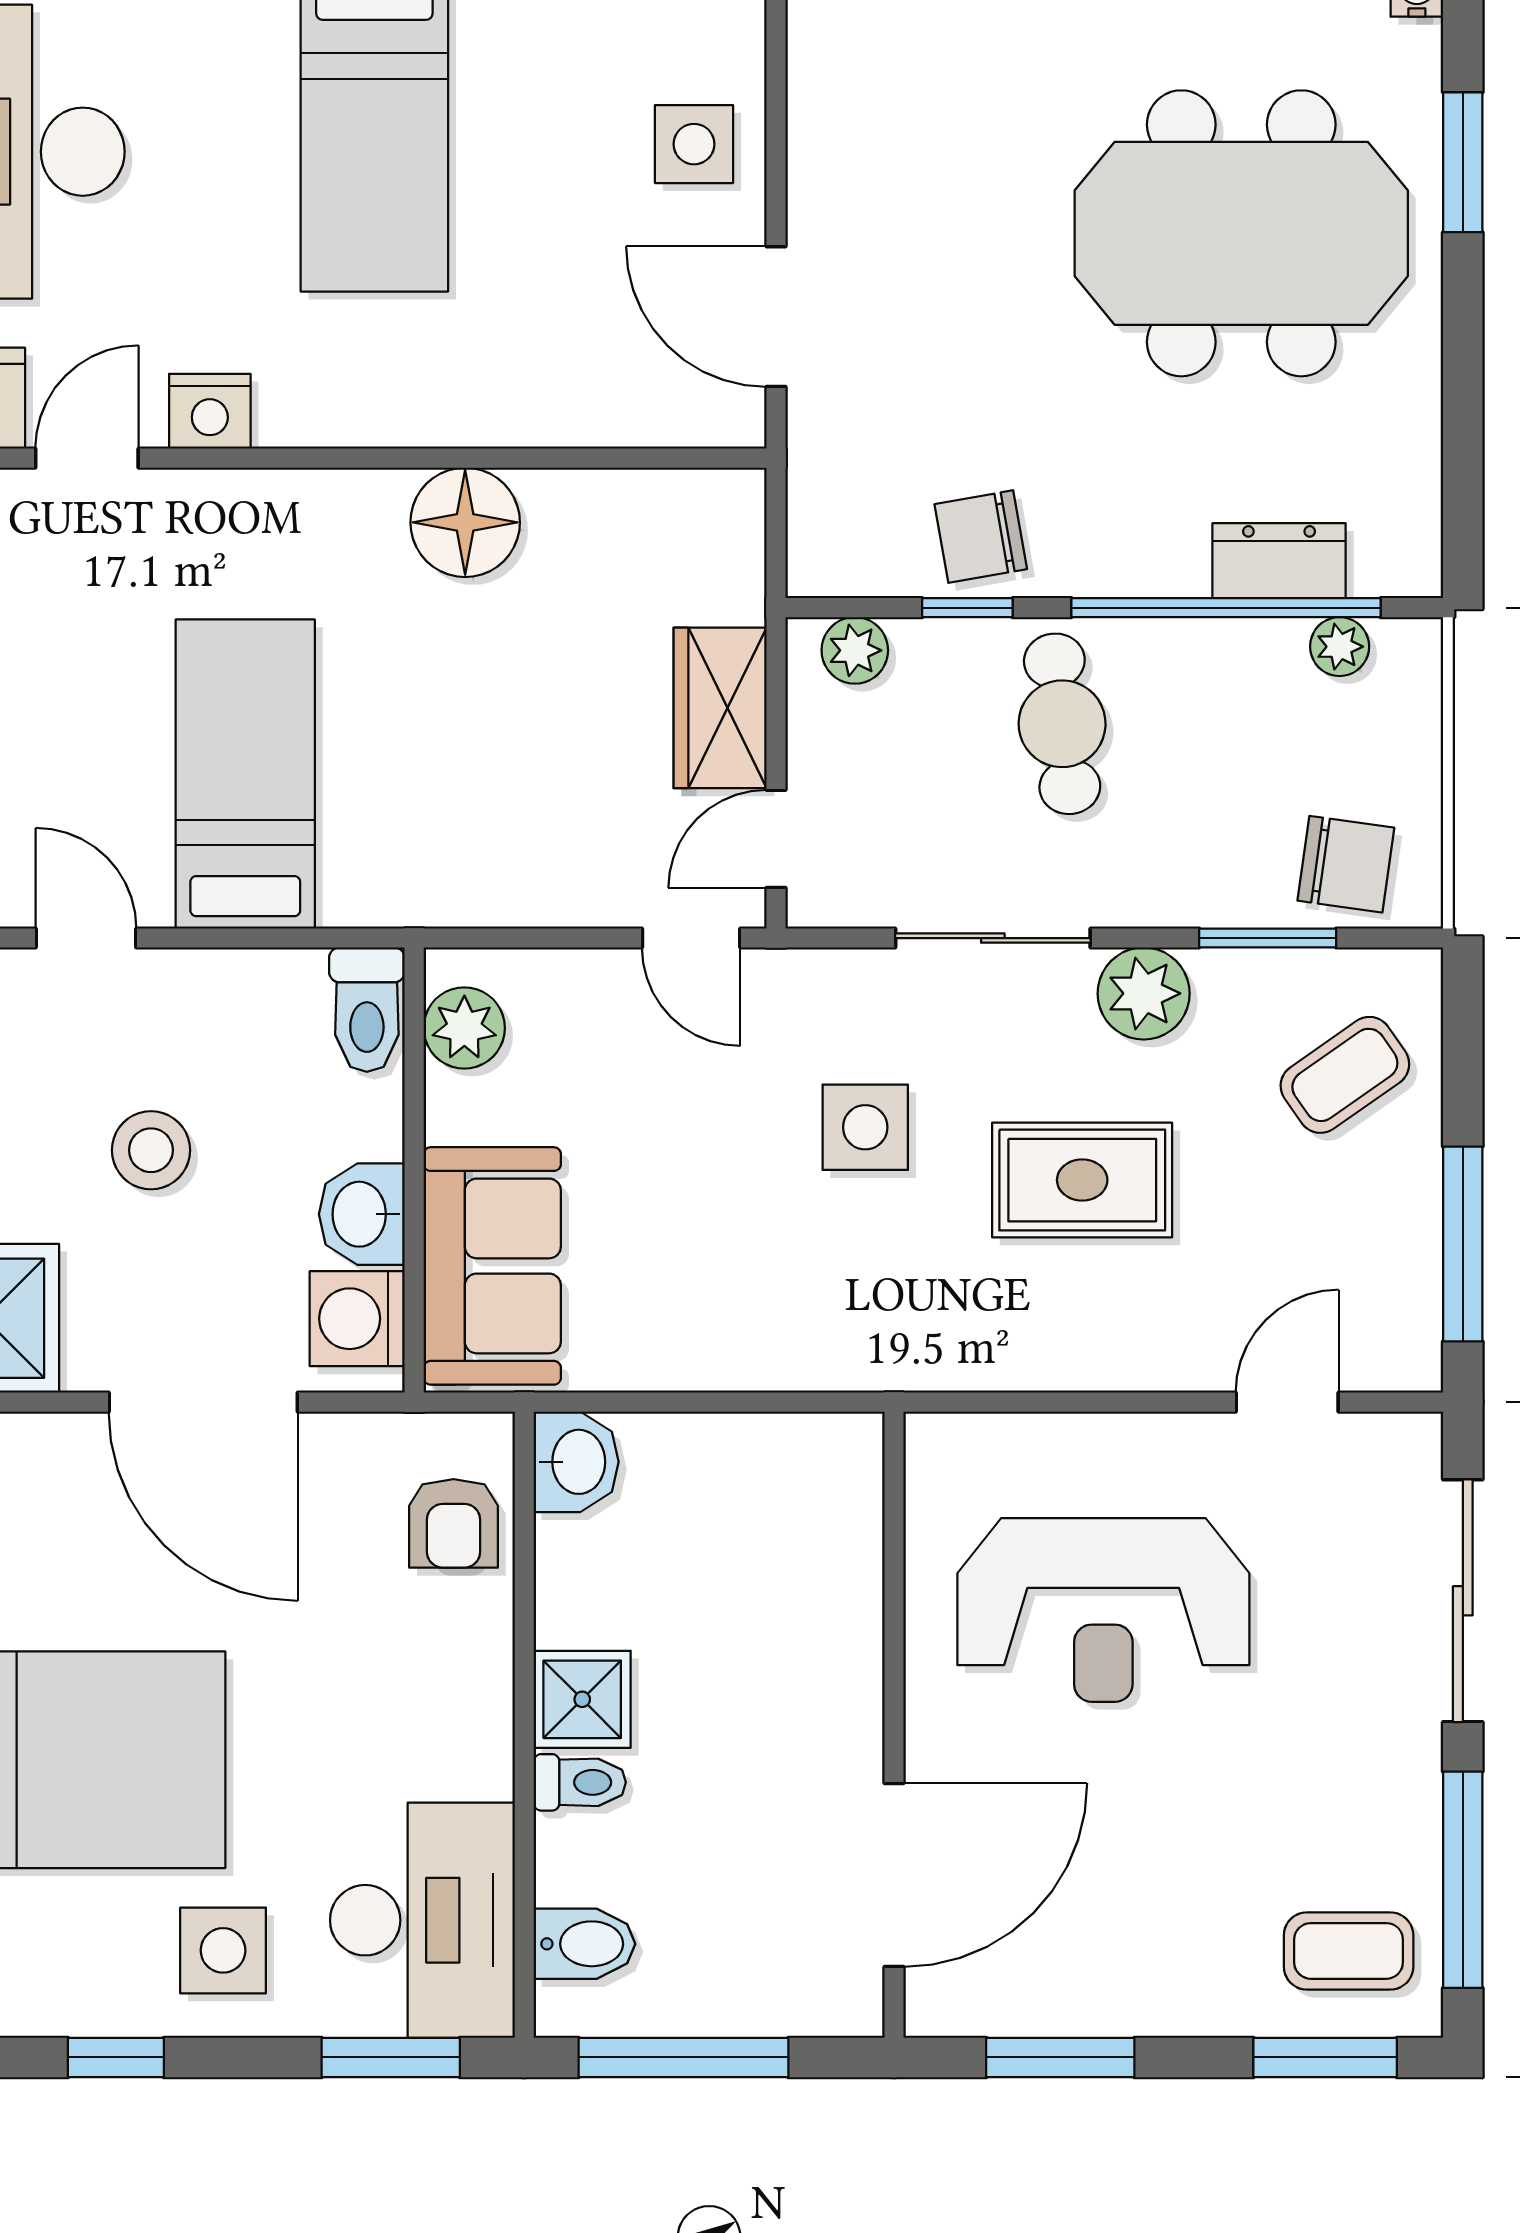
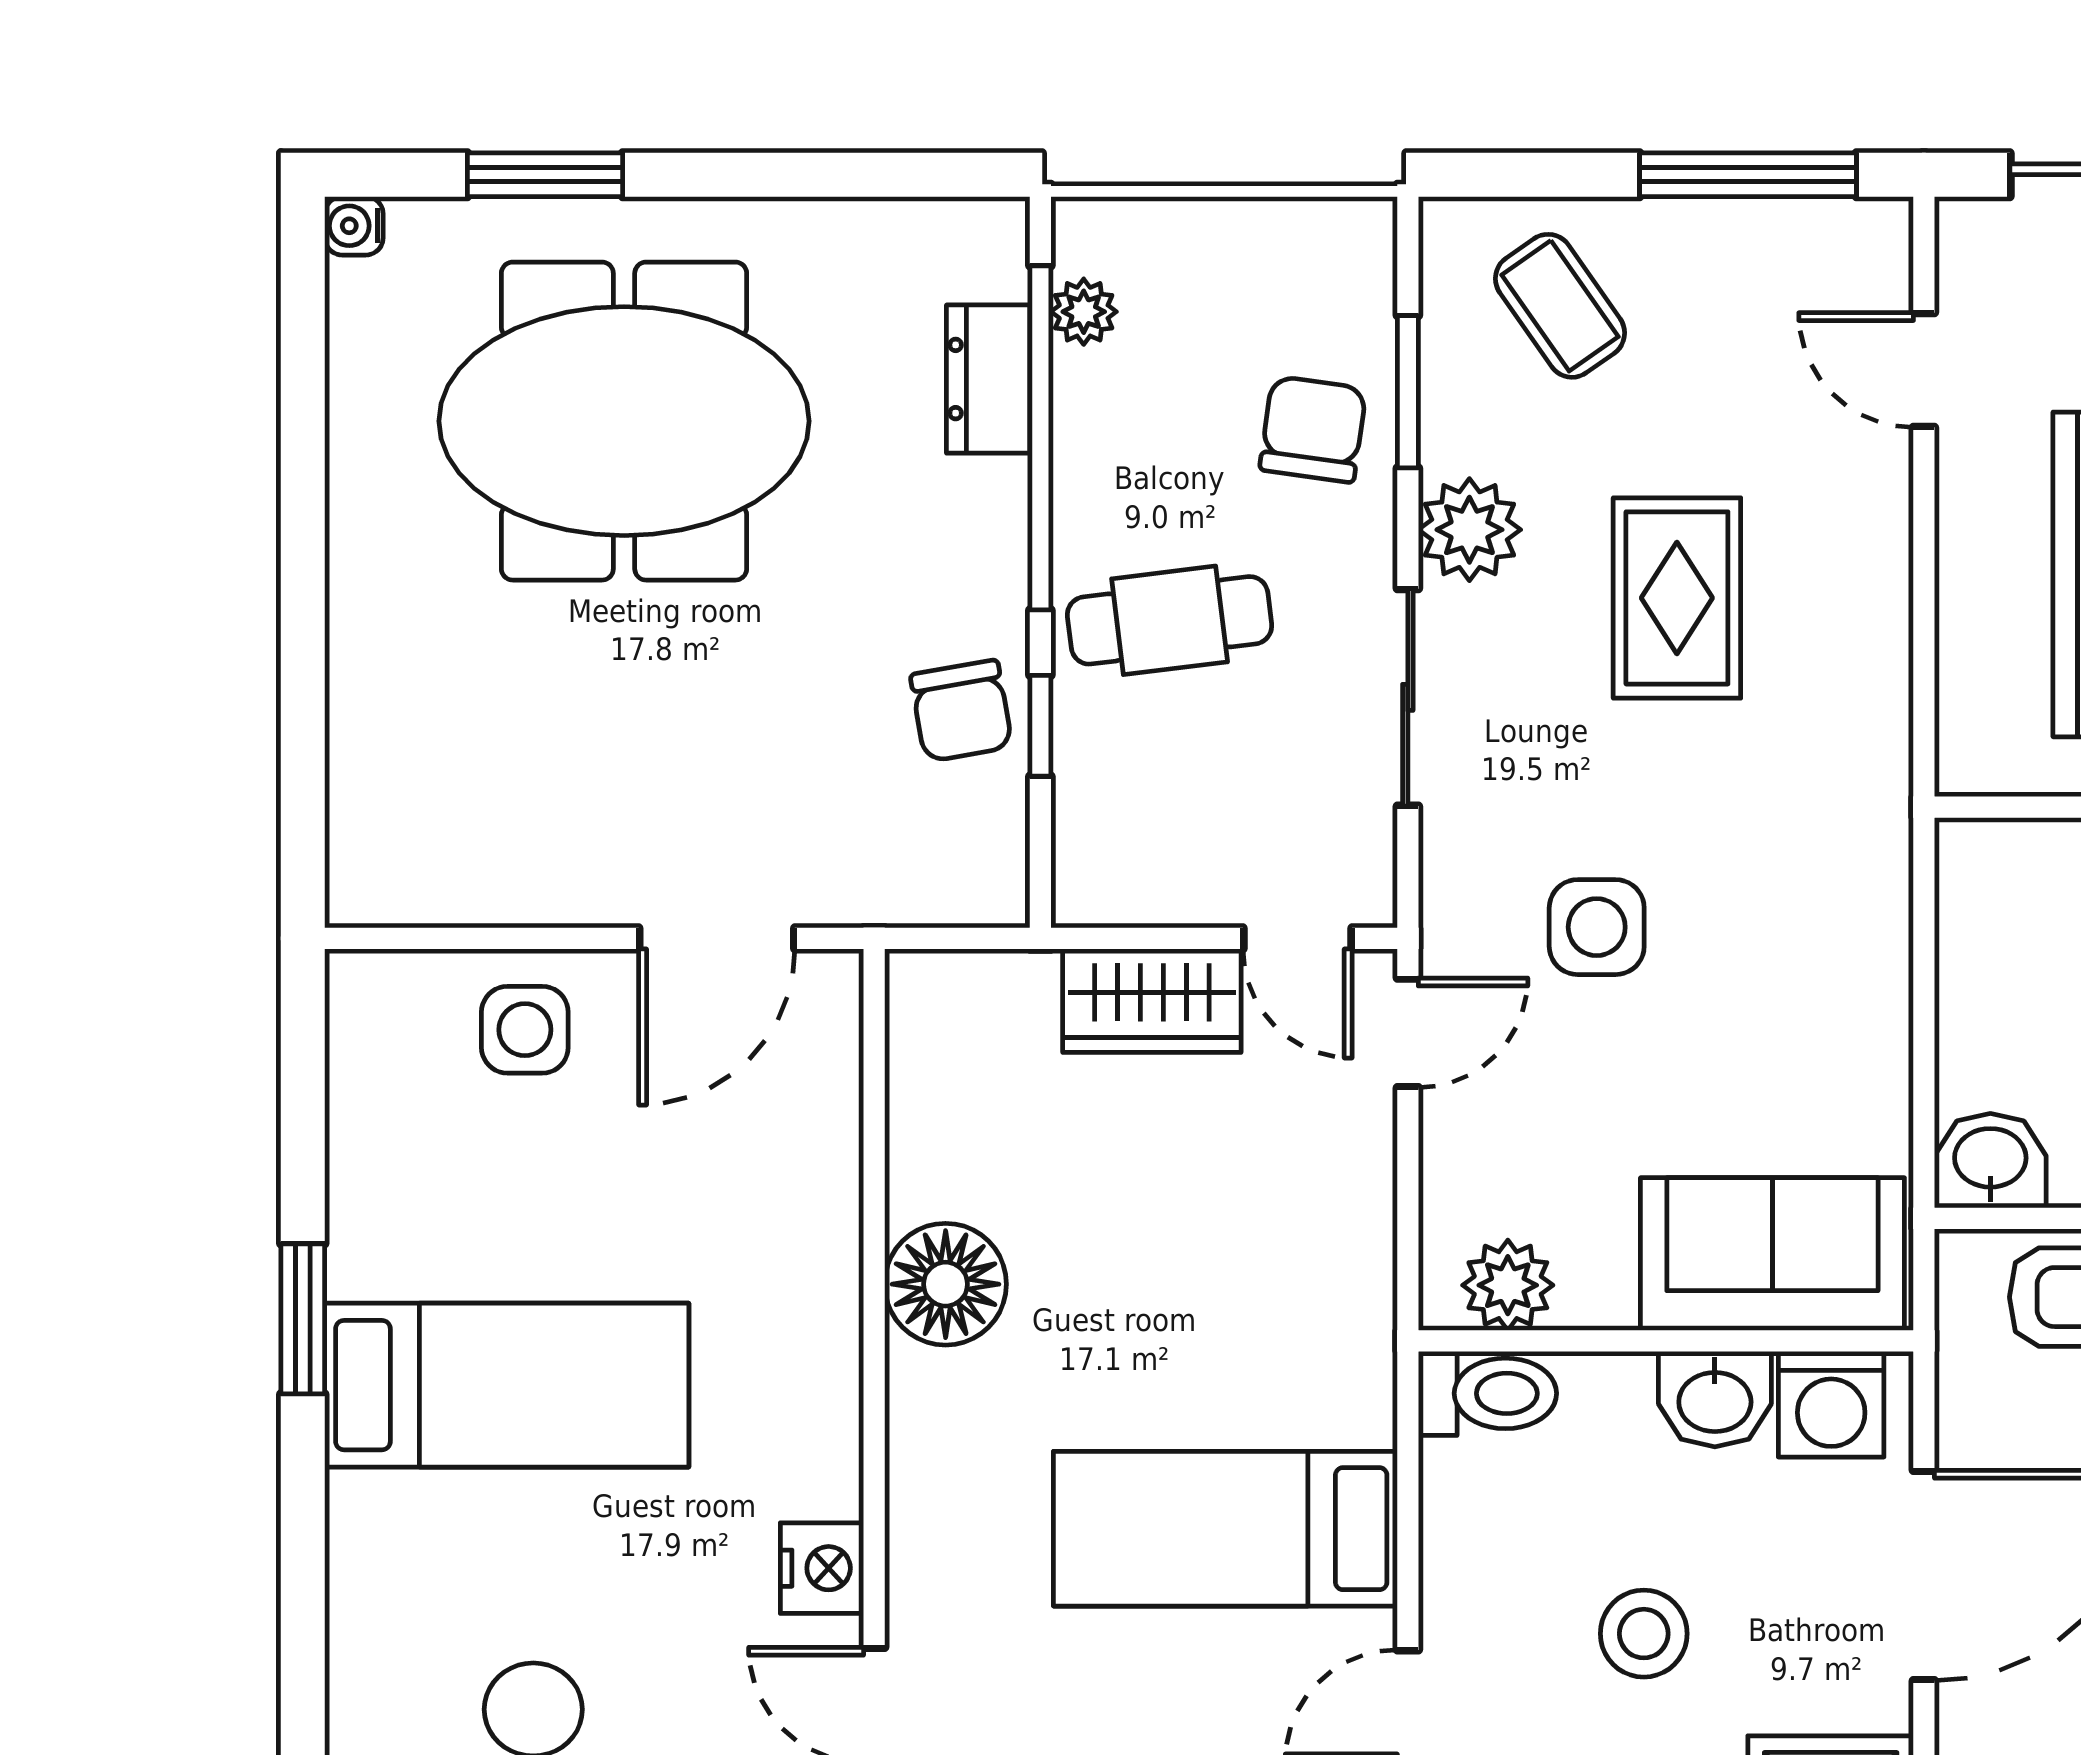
meeting table: (1241, 233) -> (624, 421), turned 90
plant: (855, 650) -> (1088, 851), removed
chair: (1346, 864) -> (1313, 429), moved
side table: (865, 1127) -> (1597, 927), moved

